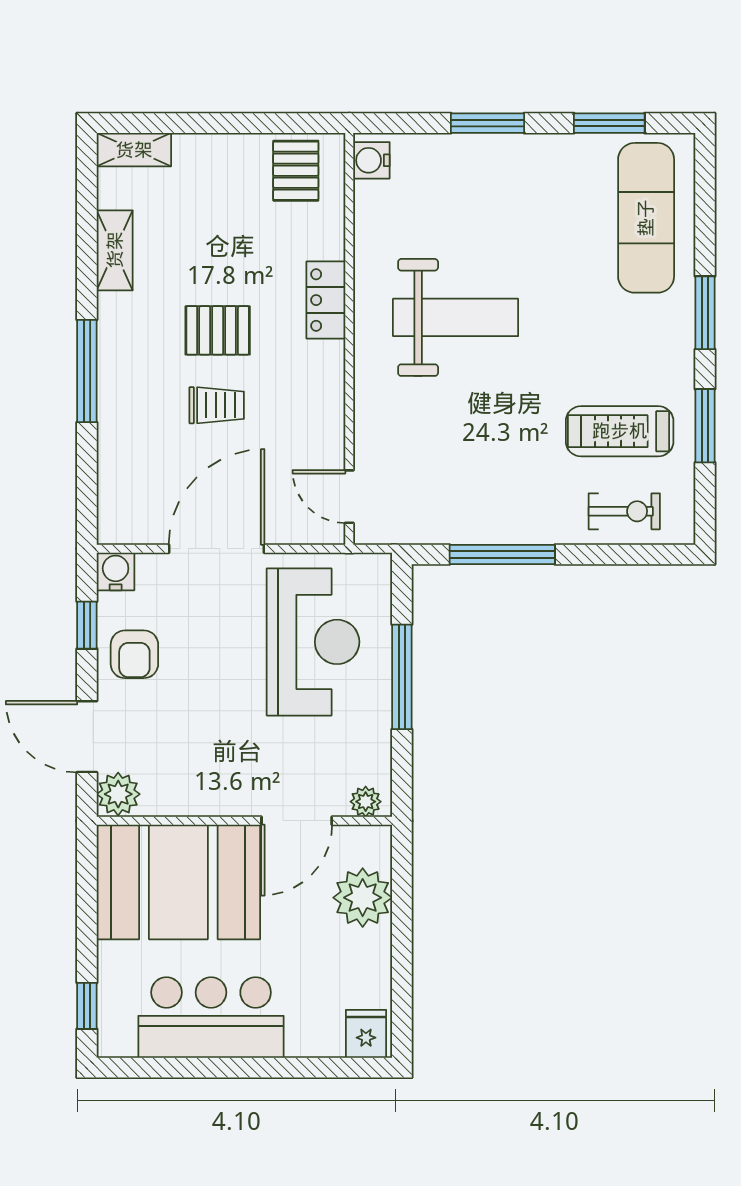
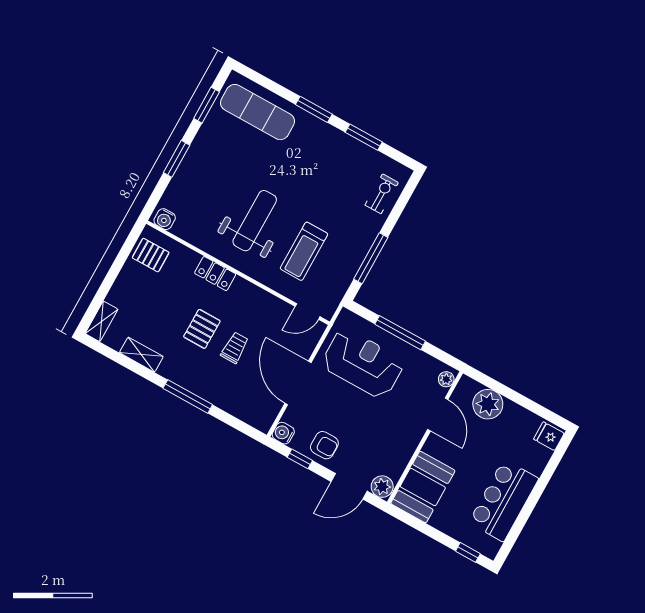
treadmill: (620, 431) -> (304, 251), moved
booth: (178, 882) -> (423, 487), width x0.73, depth x0.70

